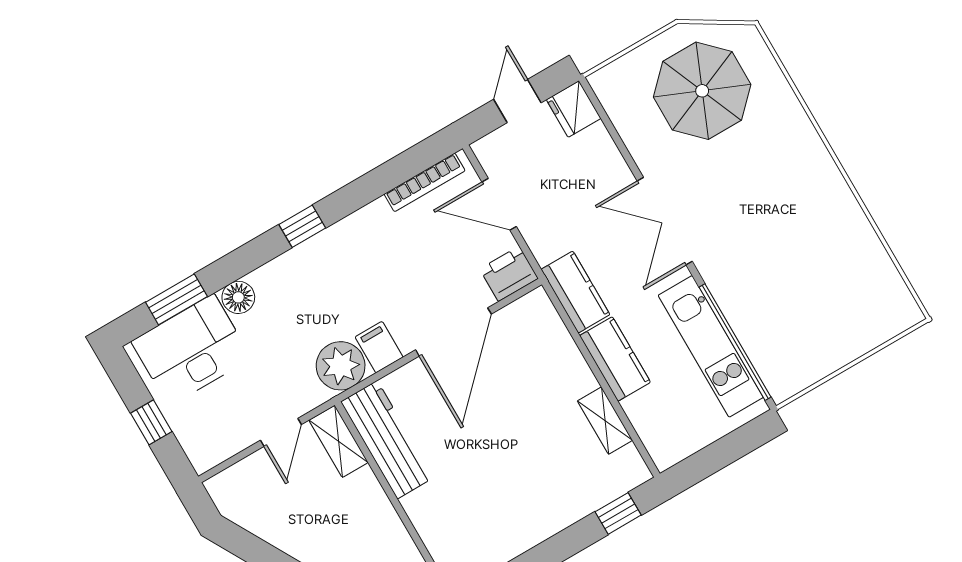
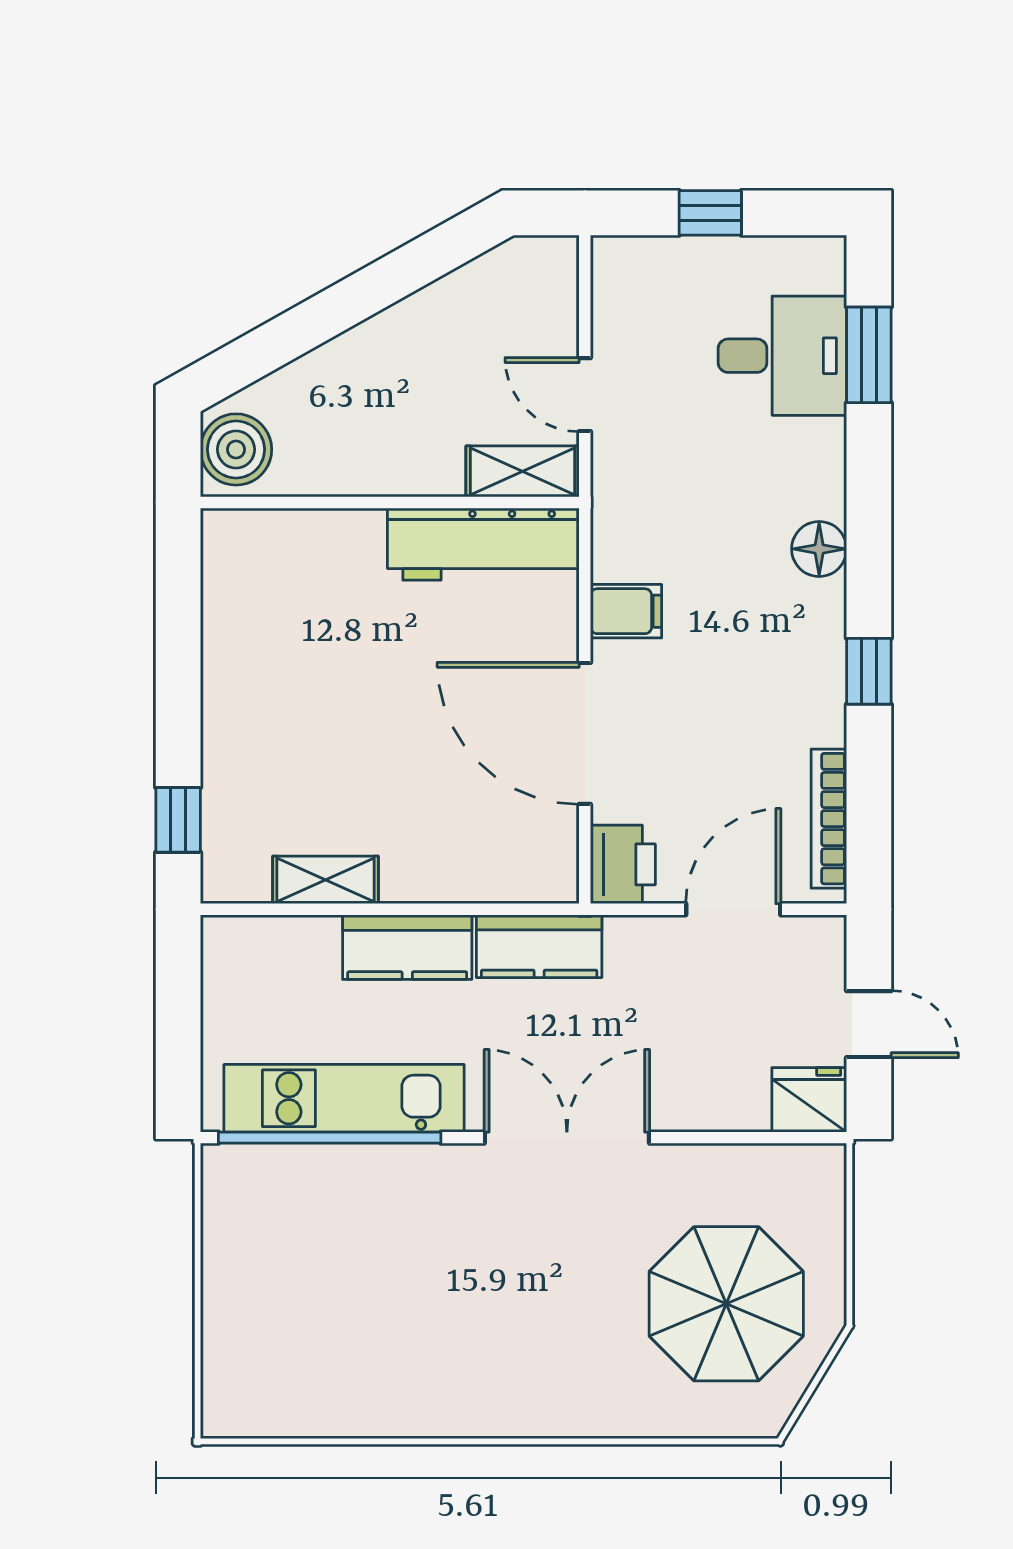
window: (302, 226) -> (869, 671), moved
floor lamp: (238, 297) -> (819, 549), moved
desk: (191, 350) -> (782, 356), width x0.73
plant: (341, 366) -> (632, 539), removed

